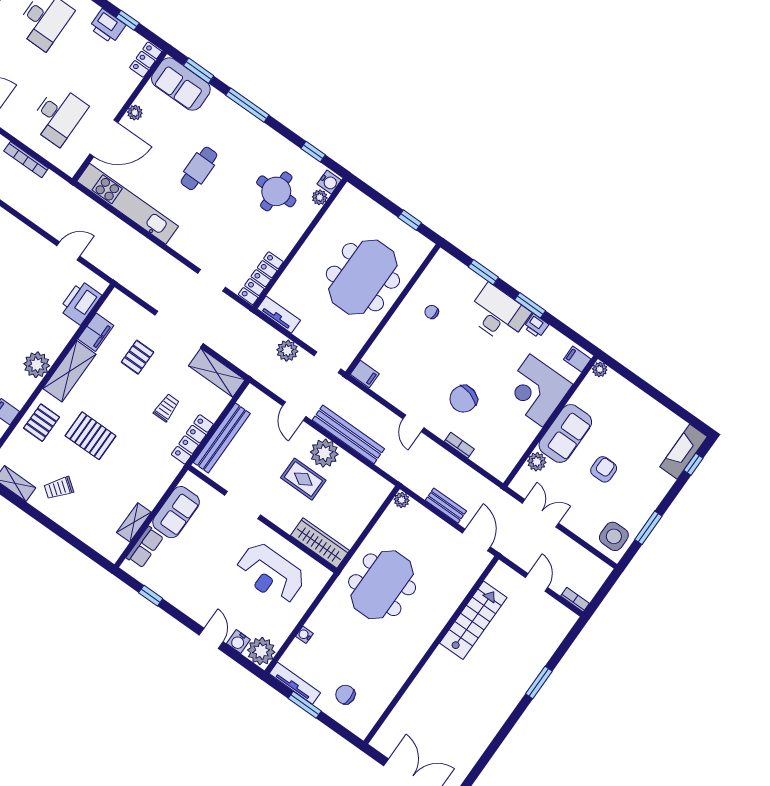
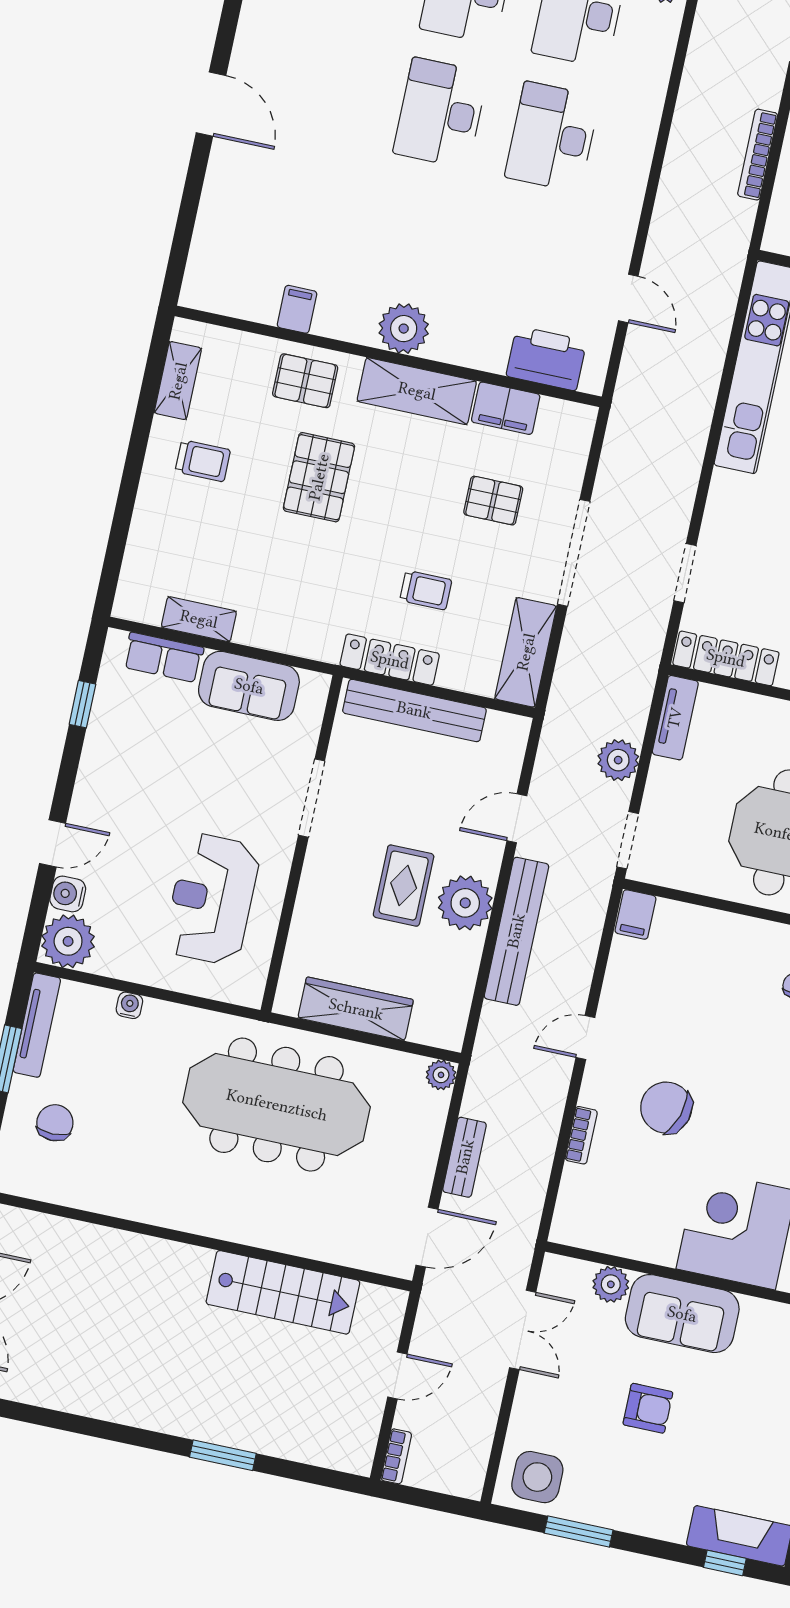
trolley: (59, 488) -> (203, 461), turned 143
wardrobe: (320, 543) -> (356, 1009), moved, turned -90
meeting table: (382, 585) -> (277, 1105), width x1.36

